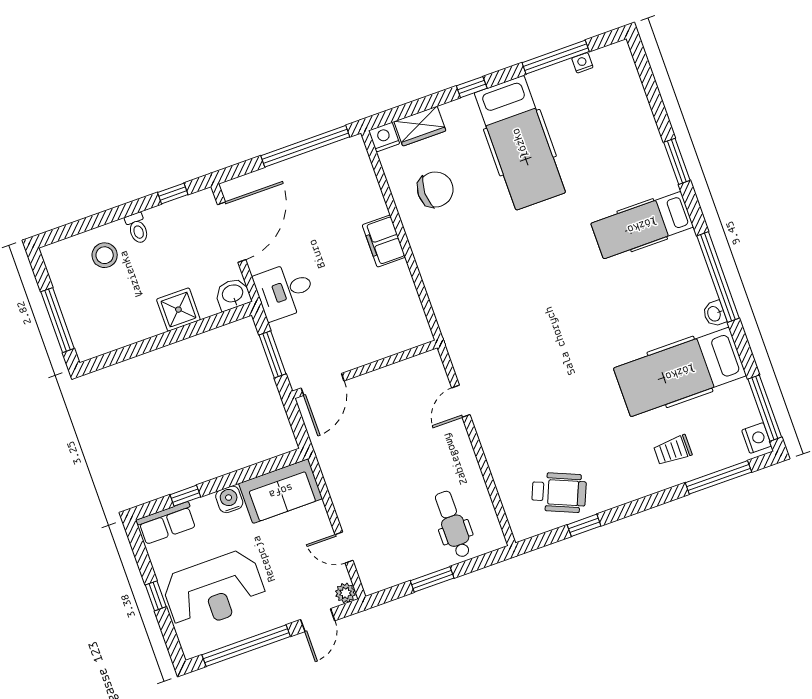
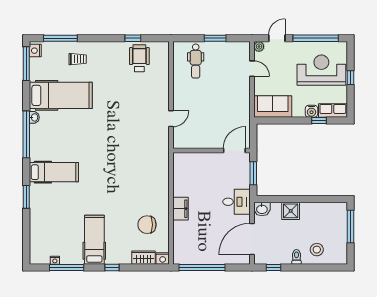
hospital bed: (520, 143) -> (94, 240), width x0.73, depth x0.78
wheelchair: (559, 492) -> (139, 58), turned 67
water cooler: (229, 499) -> (311, 111), moved

